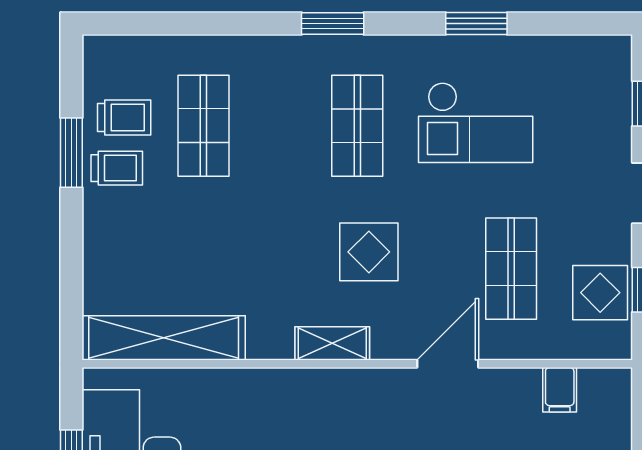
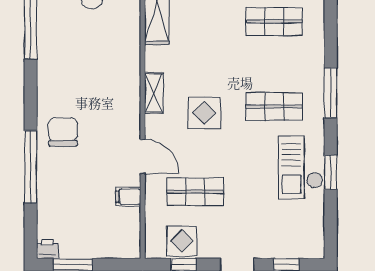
window: (333, 23) -> (331, 93), width x1.44
checkout: (476, 122) -> (301, 167), moved
filing cabinet: (560, 390) -> (128, 197), moved

